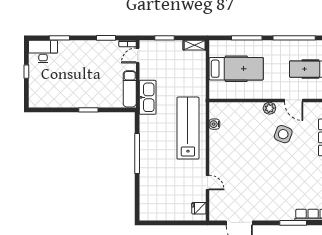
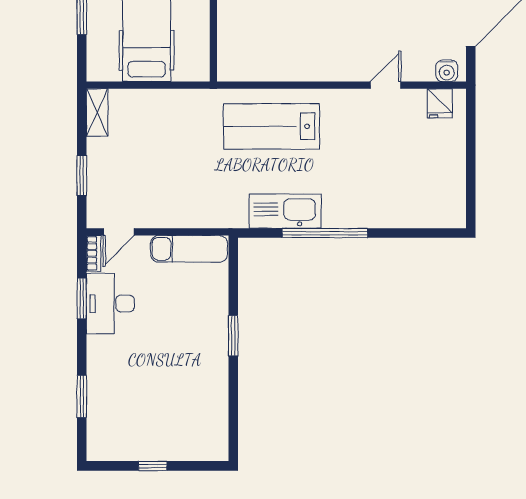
desk: (43, 51) -> (110, 304), moved
door: (138, 55) -> (119, 232), hinge flipped
kitchen sink: (148, 97) -> (285, 211), moved
water cooler: (214, 124) -> (447, 71), moved
lab bench: (188, 128) -> (271, 126), width x0.73

